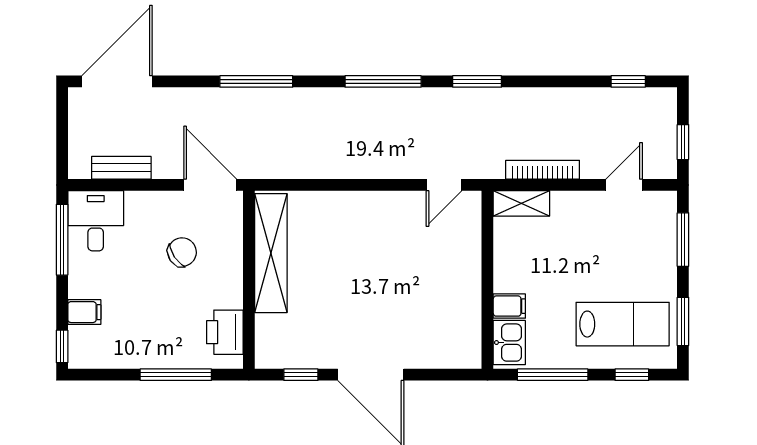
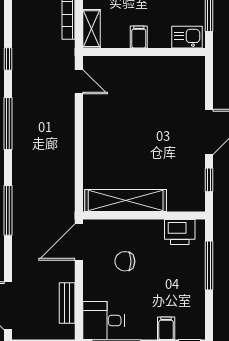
window: (477, 81) -> (8, 59), width x0.67
chair: (182, 252) -> (125, 261), turned -56
filing cabinet: (509, 306) -> (139, 37), moved

